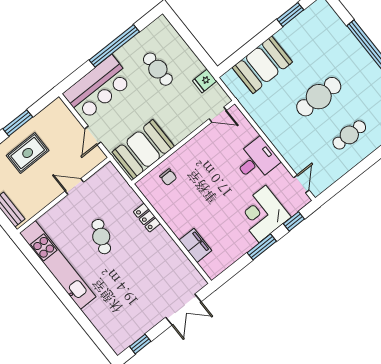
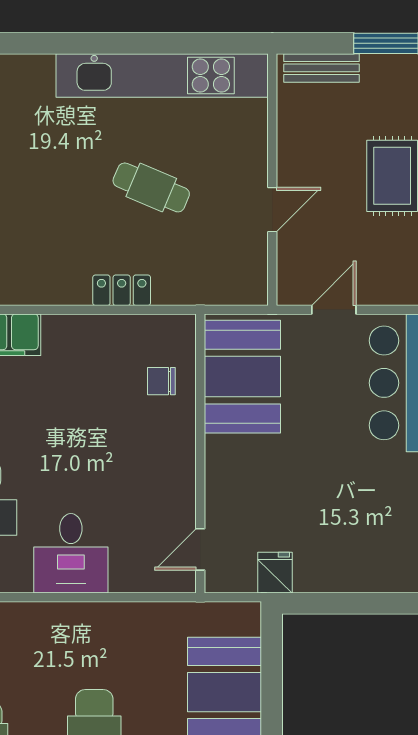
cafe table: (158, 69) -> (358, 510), removed
door: (93, 135) -> (334, 310), hinge flipped

